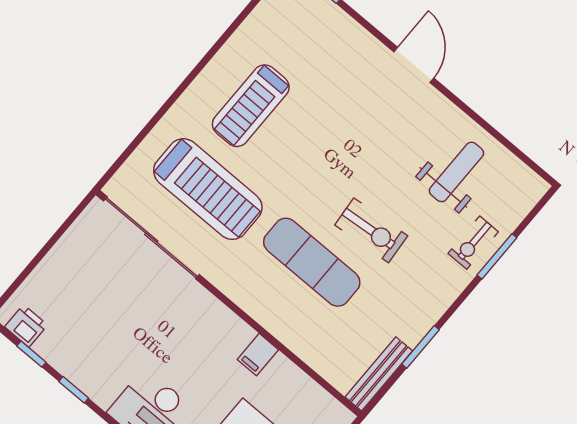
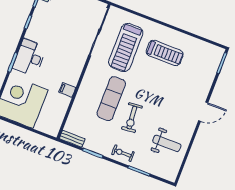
treadmill: (251, 106) -> (165, 53), turned 180
exercise bike: (473, 243) -> (123, 153), moved
bench: (379, 374) -> (72, 139), width x0.73

